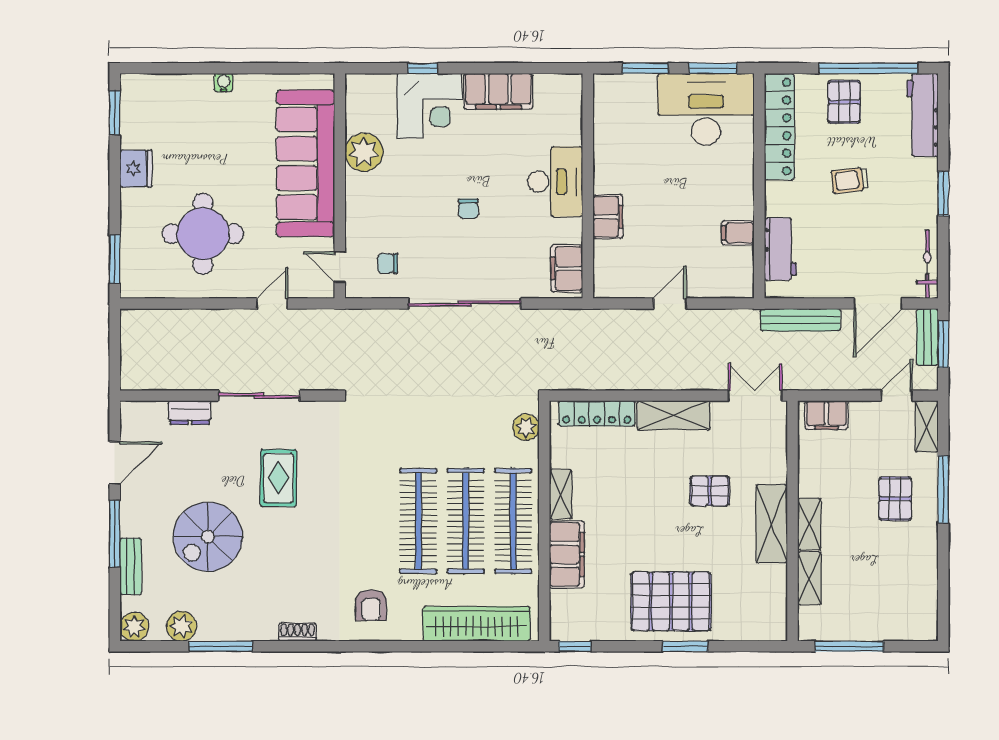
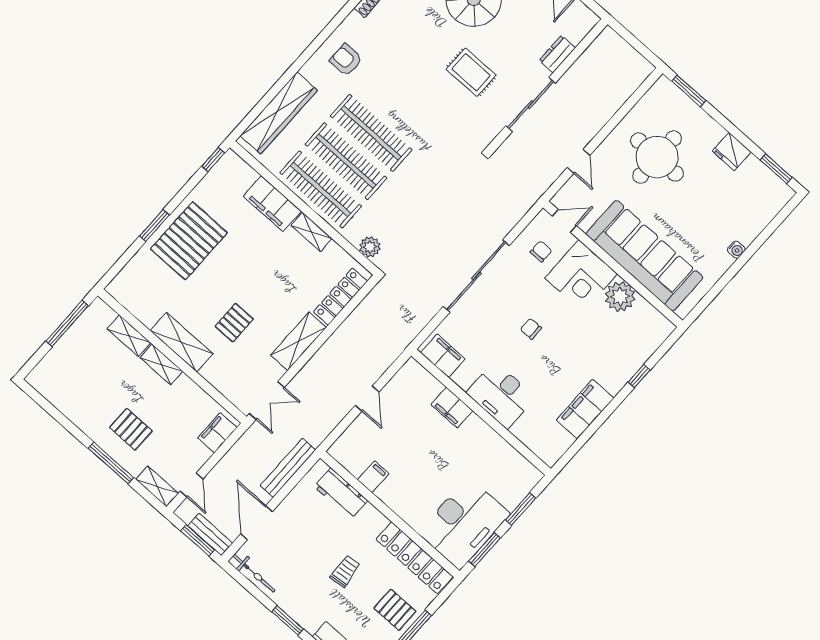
corner desk: (429, 106) -> (581, 276), moved, turned -90

